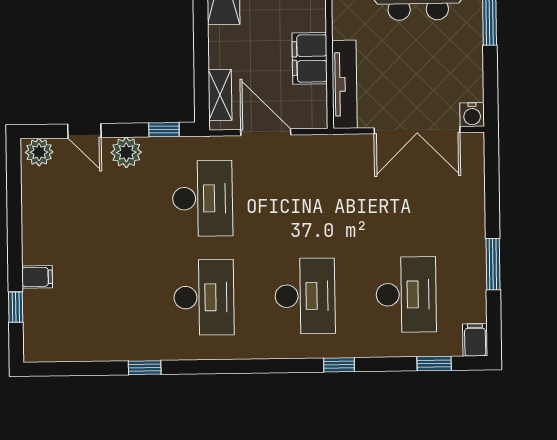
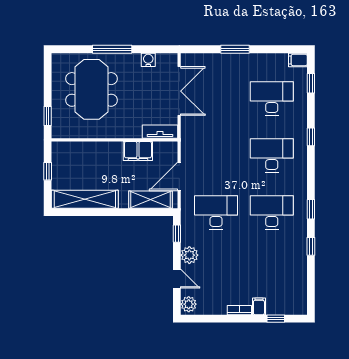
tv unit: (344, 84) -> (160, 132), width x0.71
shelving: (220, 95) -> (151, 200), width x1.50, depth x1.33
water cooler: (472, 115) -> (148, 60), moved, turned -90
door: (84, 131) -> (177, 279), hinge flipped
bookcase: (30, 242) -> (239, 310), added
window: (493, 264) -> (235, 49), moved
window: (210, 367) -> (311, 209), added

